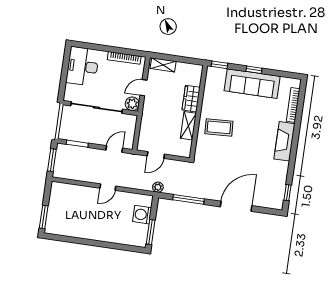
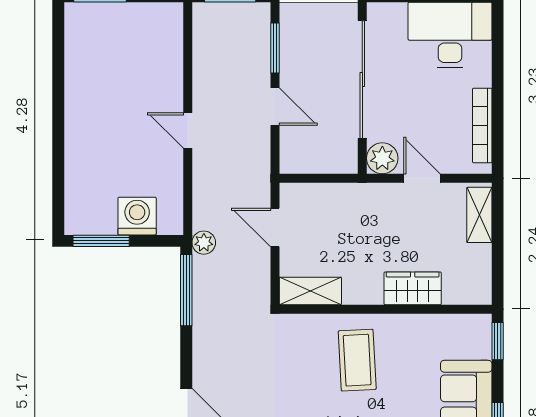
shelving: (188, 126) -> (310, 291), moved
door: (114, 149) -> (275, 107), moved
window: (188, 199) -> (186, 290), moved

